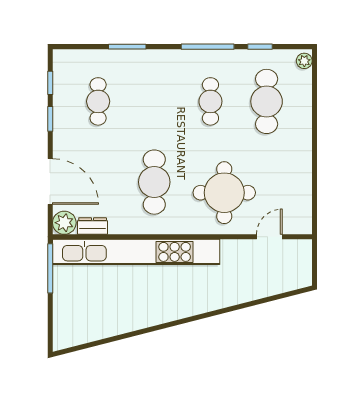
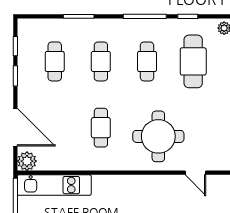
cafe table: (154, 101) -> (101, 61), added
cafe table: (154, 182) -> (101, 128), width x0.73, depth x0.74
dresser: (93, 226) -> (50, 164), removed
door: (269, 237) -> (195, 173), swing flipped
kitchen unit: (136, 252) -> (54, 185), width x0.54

